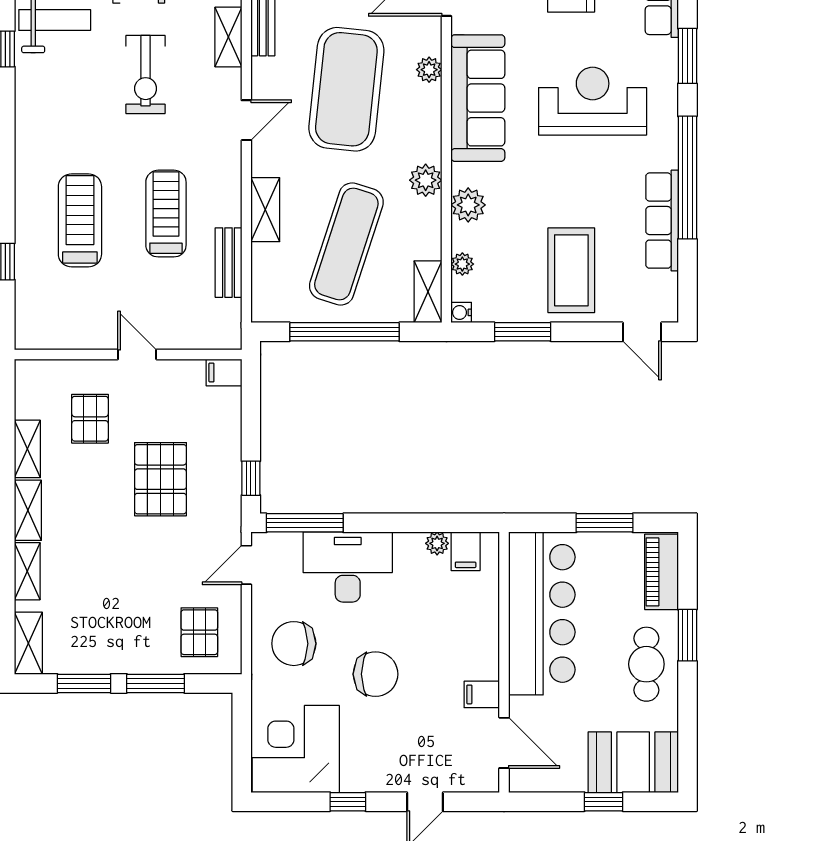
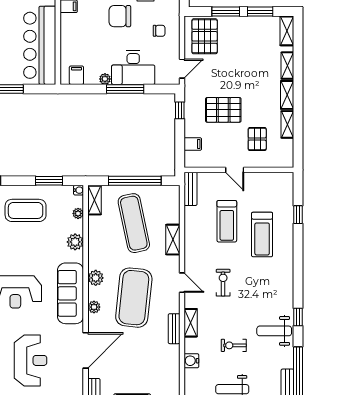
exercise bike: (146, 74) -> (223, 283), moved, width x0.73, depth x0.72
door: (246, 120) -> (182, 283), swing flipped
plant: (426, 180) -> (96, 278), moved
treadmill: (166, 214) -> (227, 221), moved
exercise mat: (346, 244) -> (134, 223), turned -30
bench: (229, 263) -> (191, 189), moved
coffee table: (571, 270) -> (26, 210), turned 90
filing cabinet: (224, 372) -> (193, 144), moved
pallet: (160, 479) -> (223, 110), turned 90
window: (305, 523) -> (125, 89), moved
plant: (437, 543) -> (105, 79), moved
pallet: (199, 632) -> (205, 36), width x1.50, depth x1.42
chair: (294, 644) -> (159, 31), width x0.54, depth x0.54

